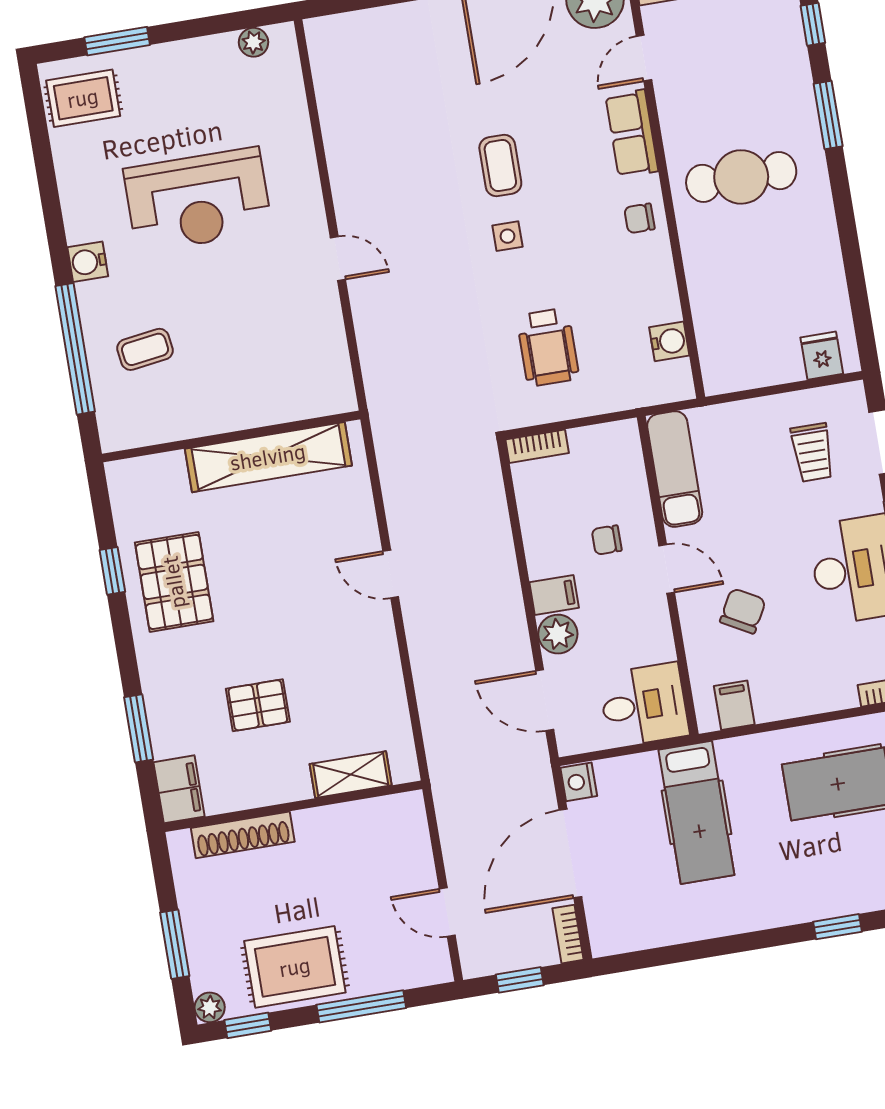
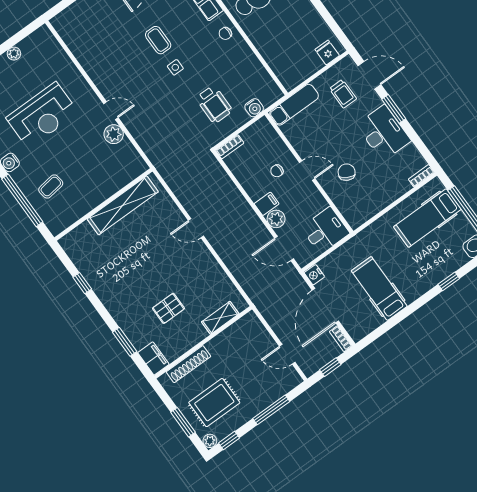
plant: (253, 42) -> (14, 54), moved
plant: (320, 308) -> (114, 134), added
water cooler: (669, 341) -> (254, 108), moved, turned 90
exam couch: (675, 469) -> (294, 105), moved, turned 90
pallet: (174, 582) -> (110, 275), removed
filing cabinet: (734, 705) -> (362, 212), removed
hospital bed: (696, 812) -> (379, 288), moved, turned 180
rug: (295, 967) -> (214, 403), moved

